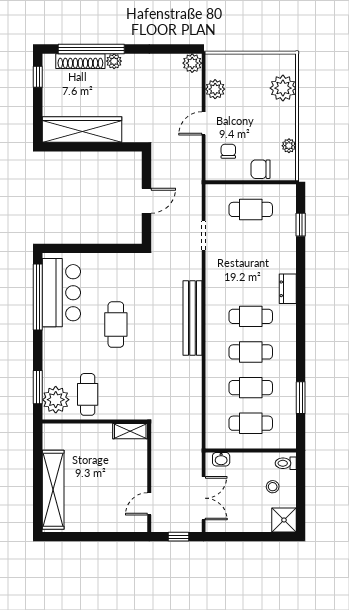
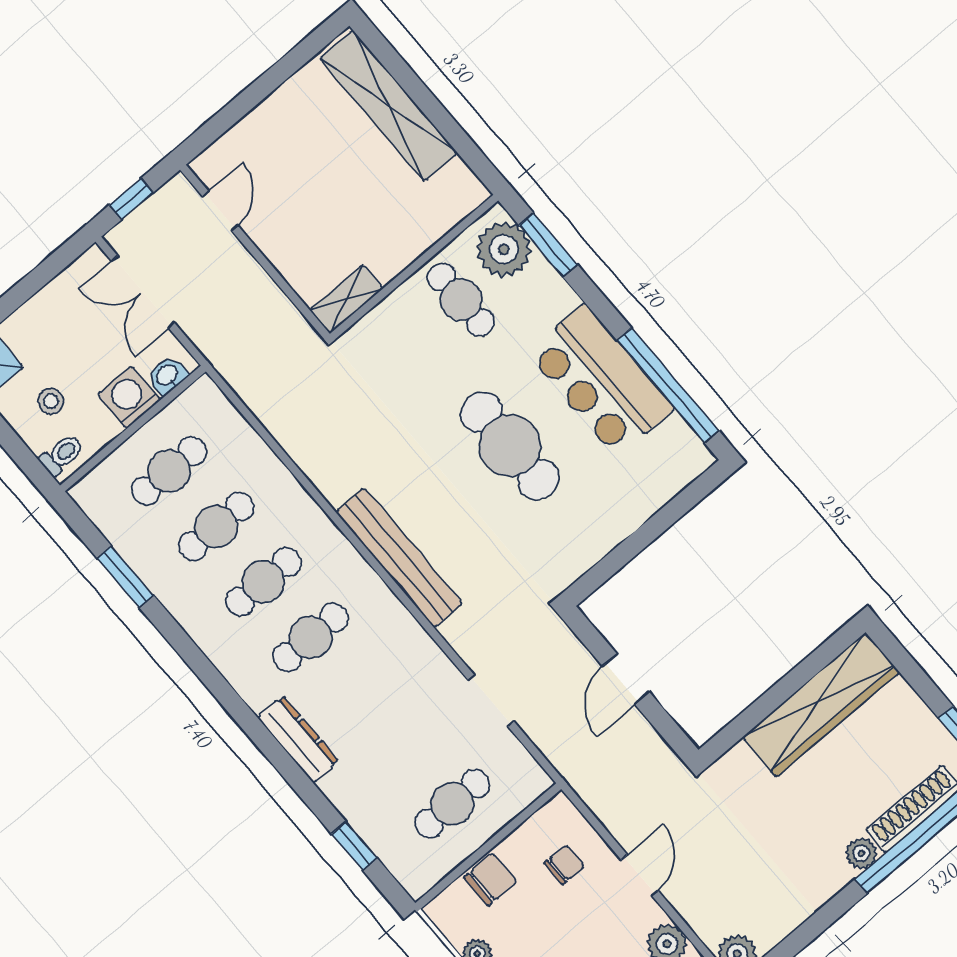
chair: (228, 151) -> (564, 865), turned -90
dresser: (288, 289) -> (298, 739), width x1.44
bar counter: (61, 293) -> (601, 381), moved
cafe table: (116, 325) -> (510, 446), width x1.37, depth x1.35
washing machine: (242, 463) -> (129, 397), added

